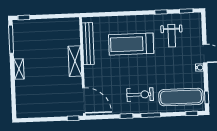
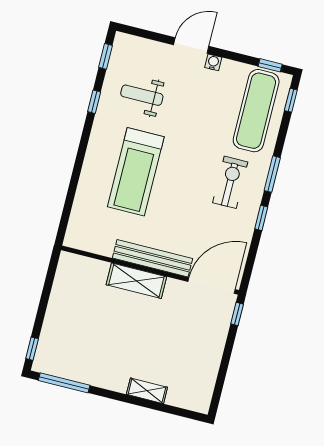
weight bench: (172, 36) -> (142, 95), turned 180
bench: (88, 44) -> (153, 258), moved
shelving: (19, 69) -> (147, 391), moved

